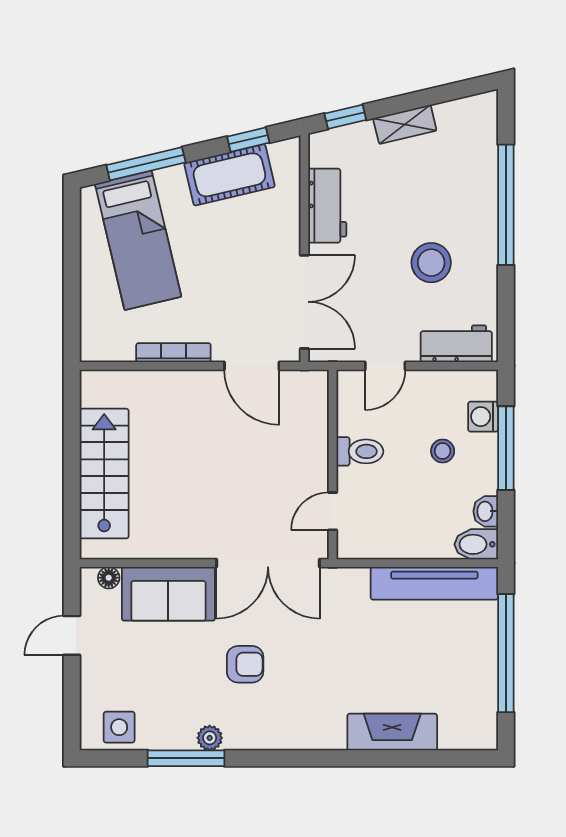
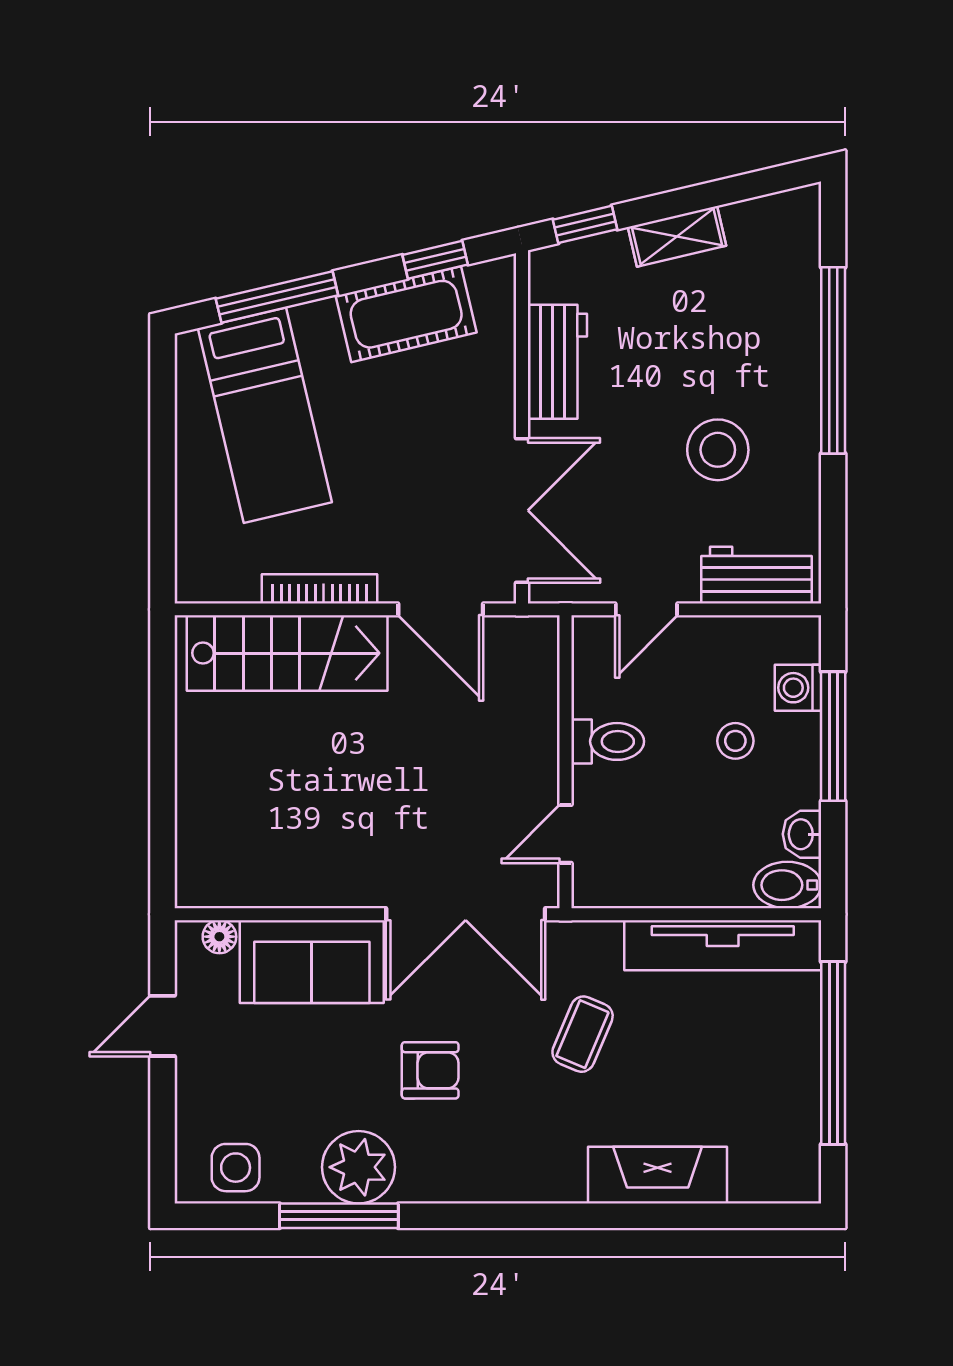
stairs: (104, 474) -> (287, 653), moved, turned 90
coffee table: (344, 641) -> (583, 1034), added
plant: (210, 738) -> (359, 1167), width x1.88, depth x1.88

